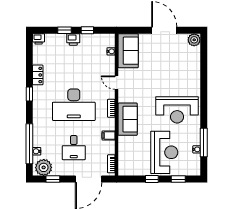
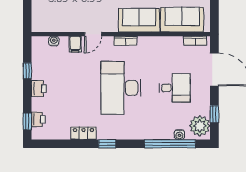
window: (65, 30) -> (27, 121), moved
printer: (39, 39) -> (38, 119), moved
sofa: (128, 51) -> (182, 20), moved
desk: (74, 105) -> (121, 88), turned 180
filing cabinet: (109, 135) -> (75, 44), moved

